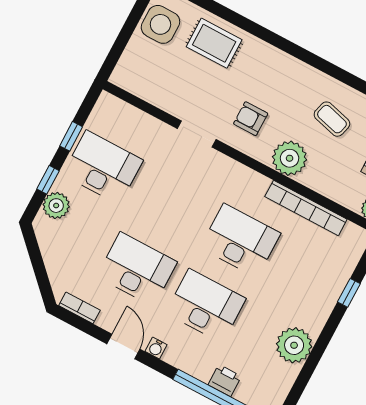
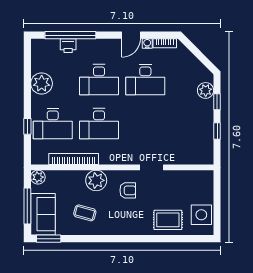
desk: (103, 167) -> (53, 124), moved
door: (123, 347) -> (131, 35), hinge flipped
water cooler: (156, 348) -> (147, 43), moved

